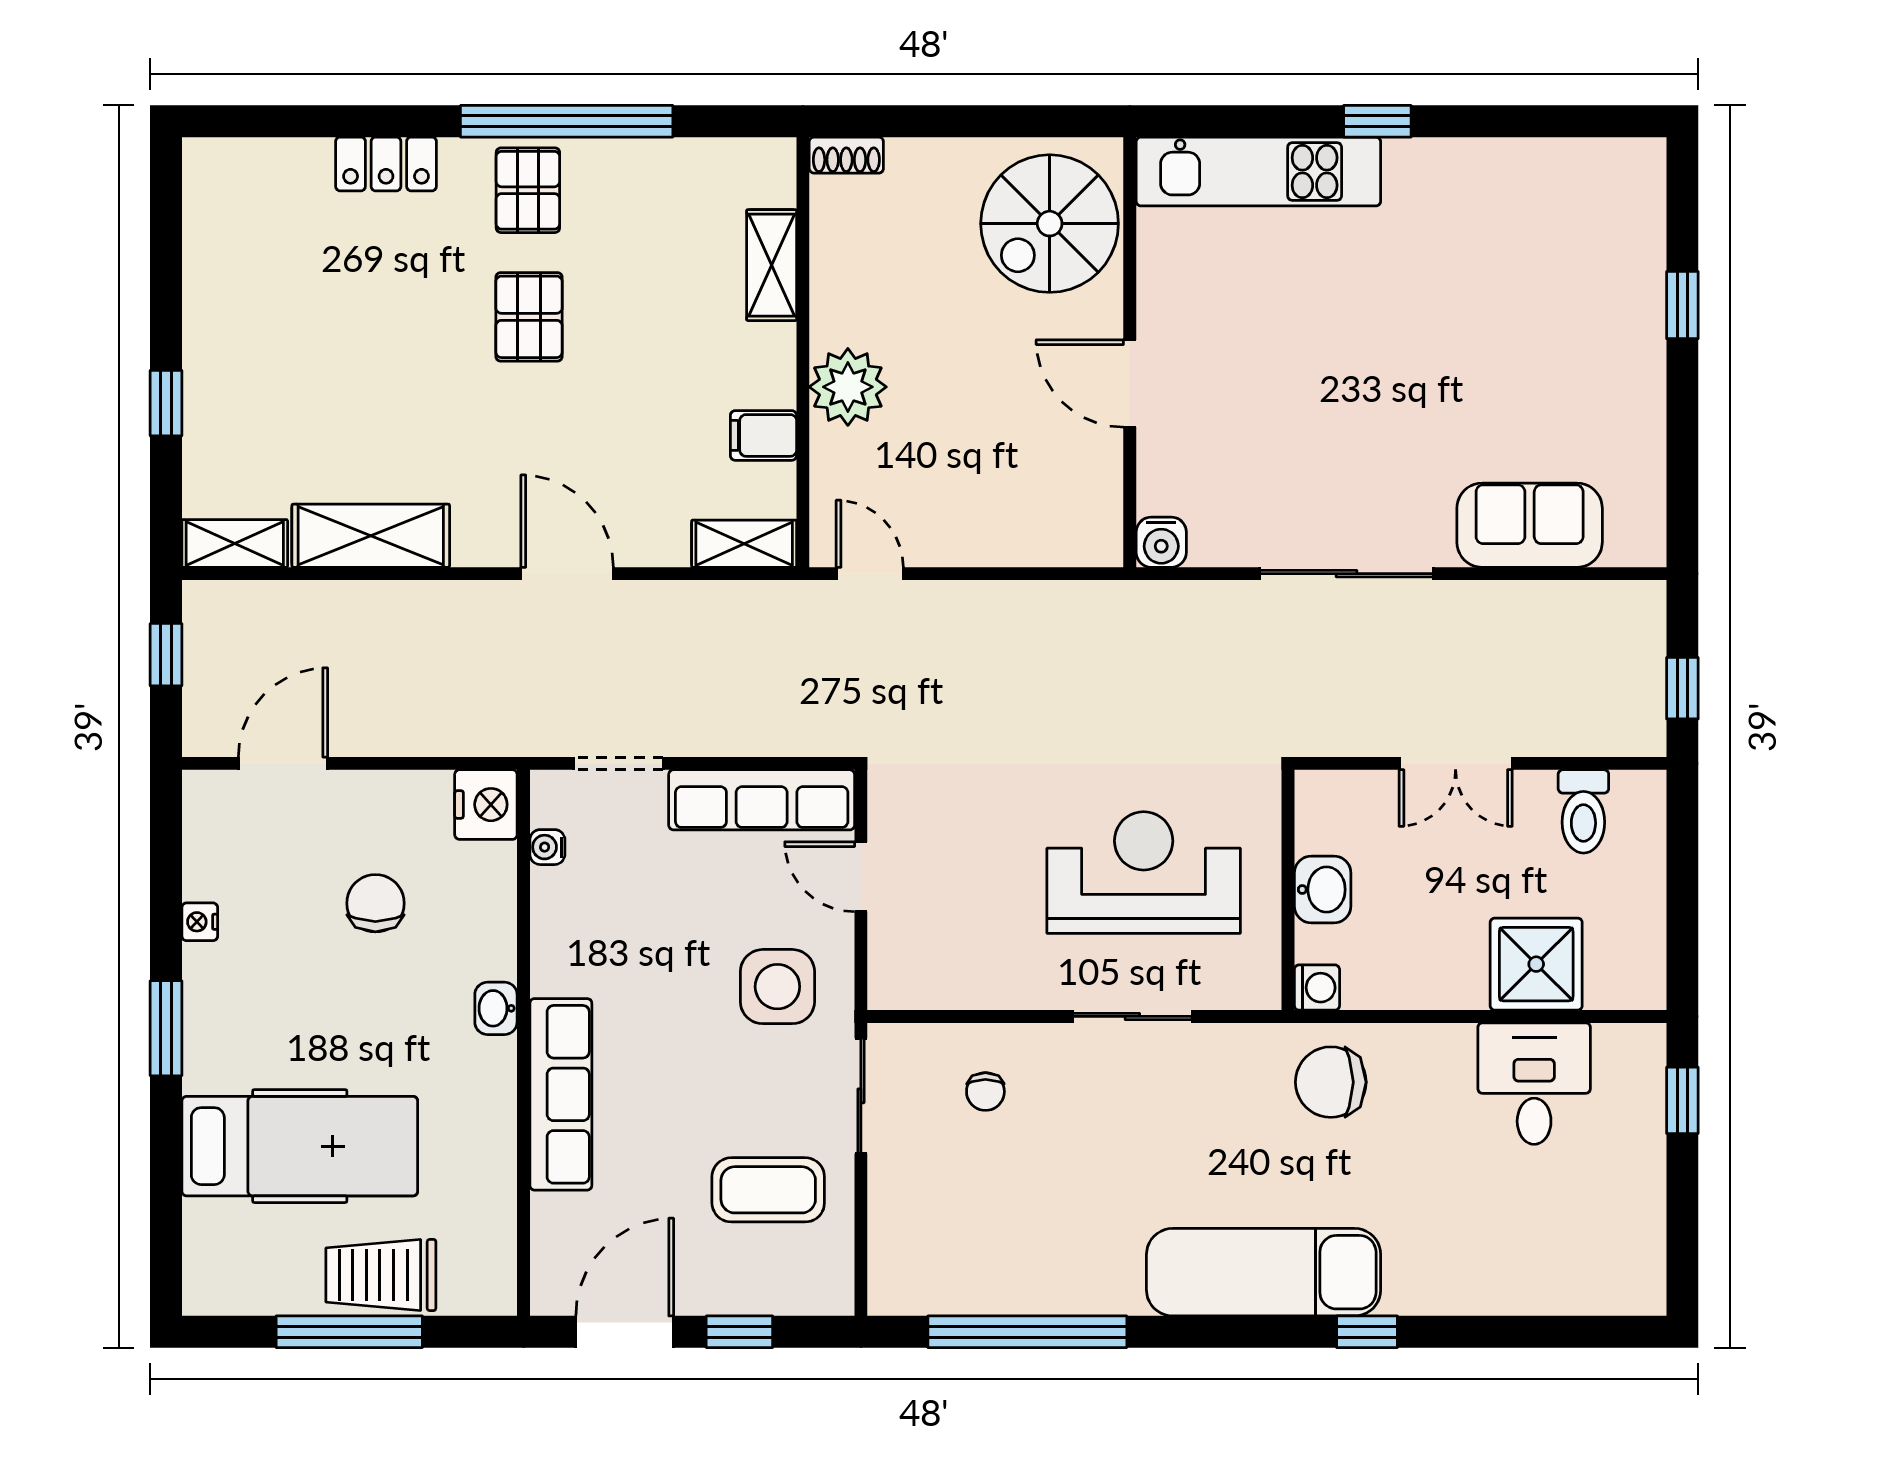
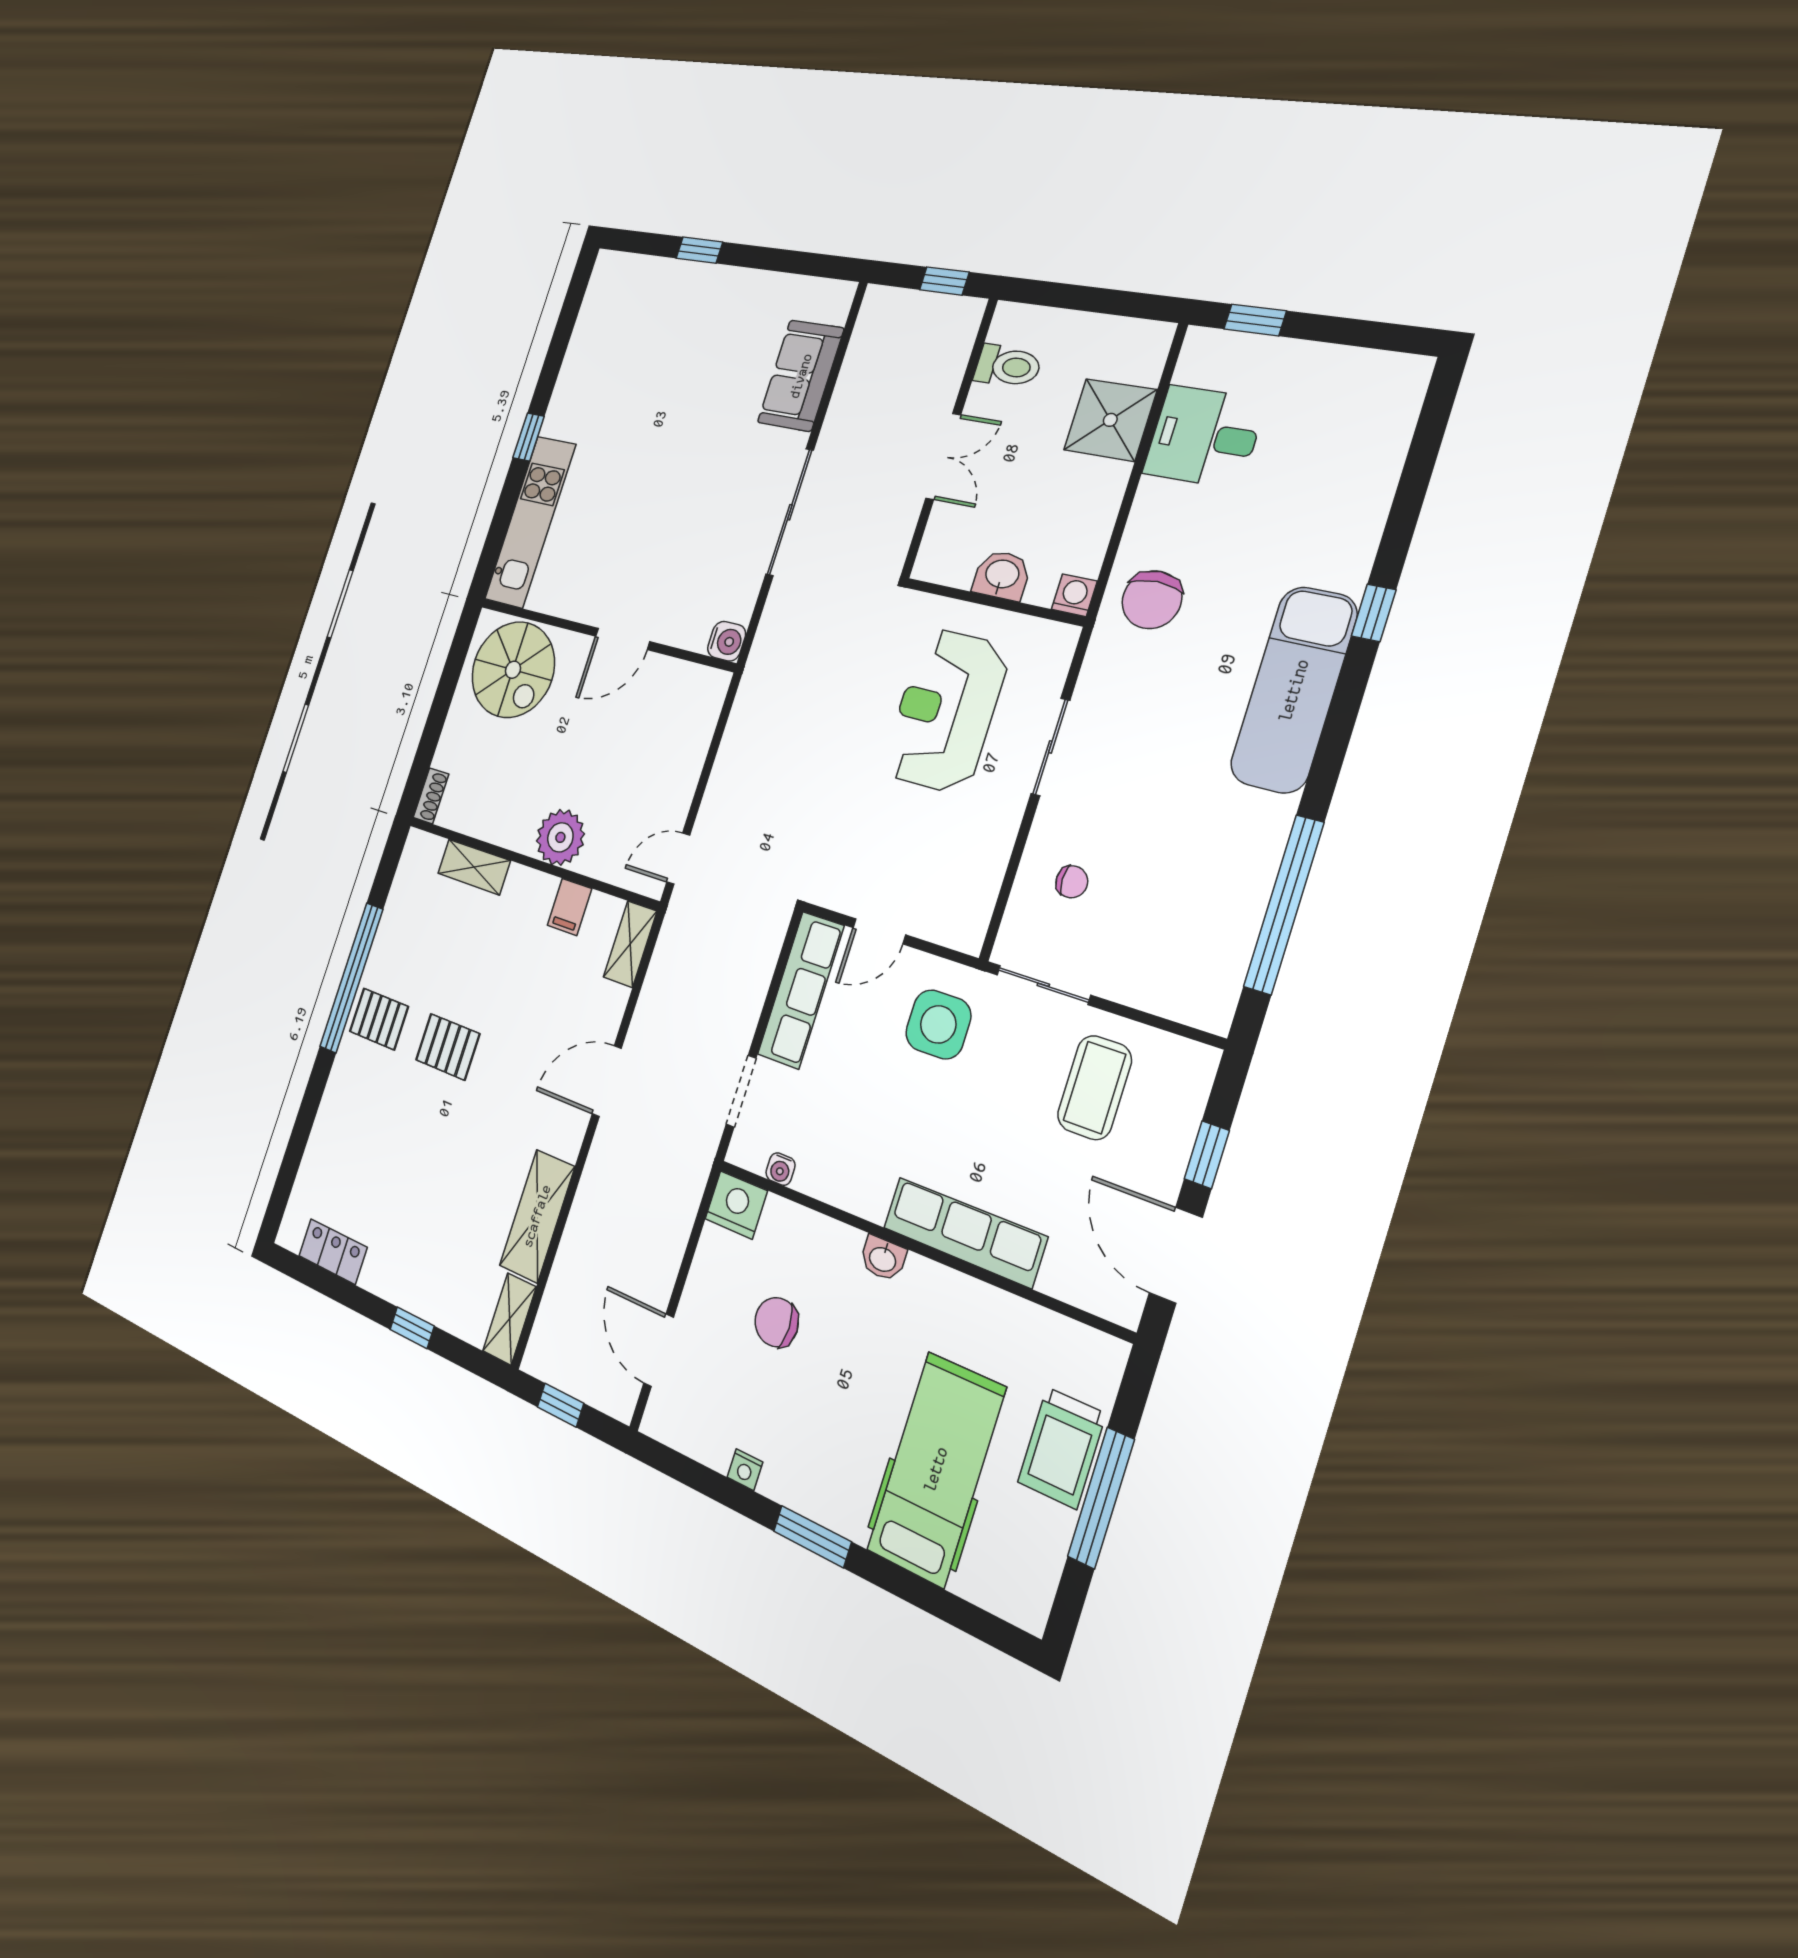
locker: (386, 164) -> (333, 1252), moved, turned -90

